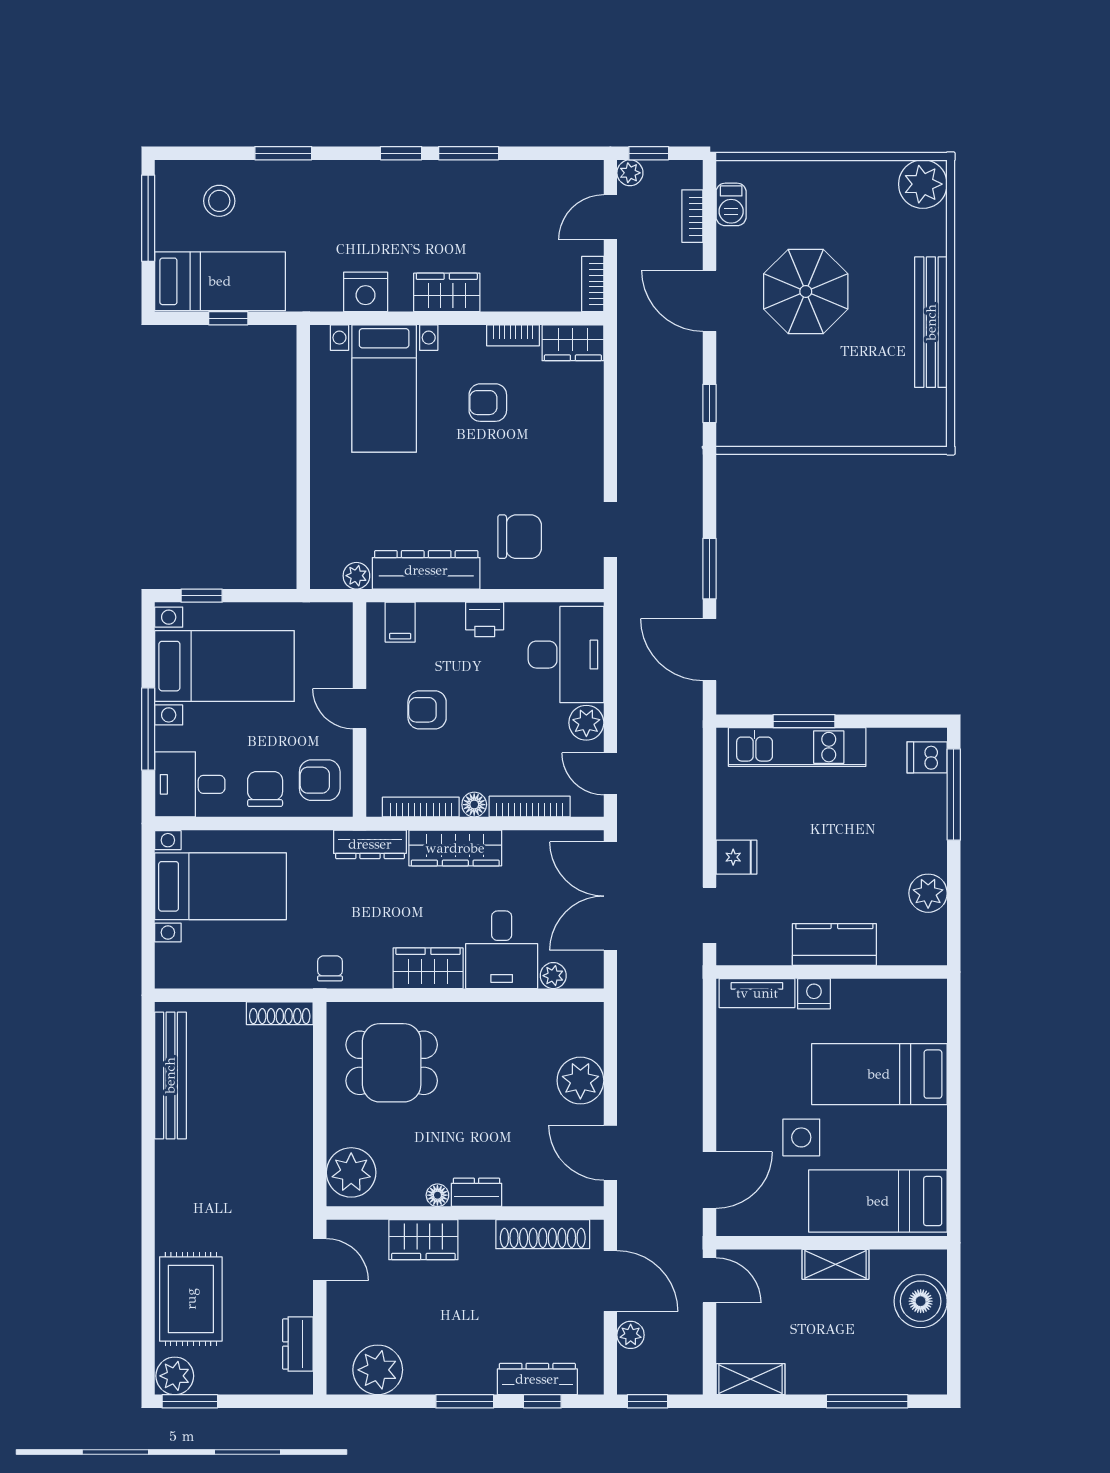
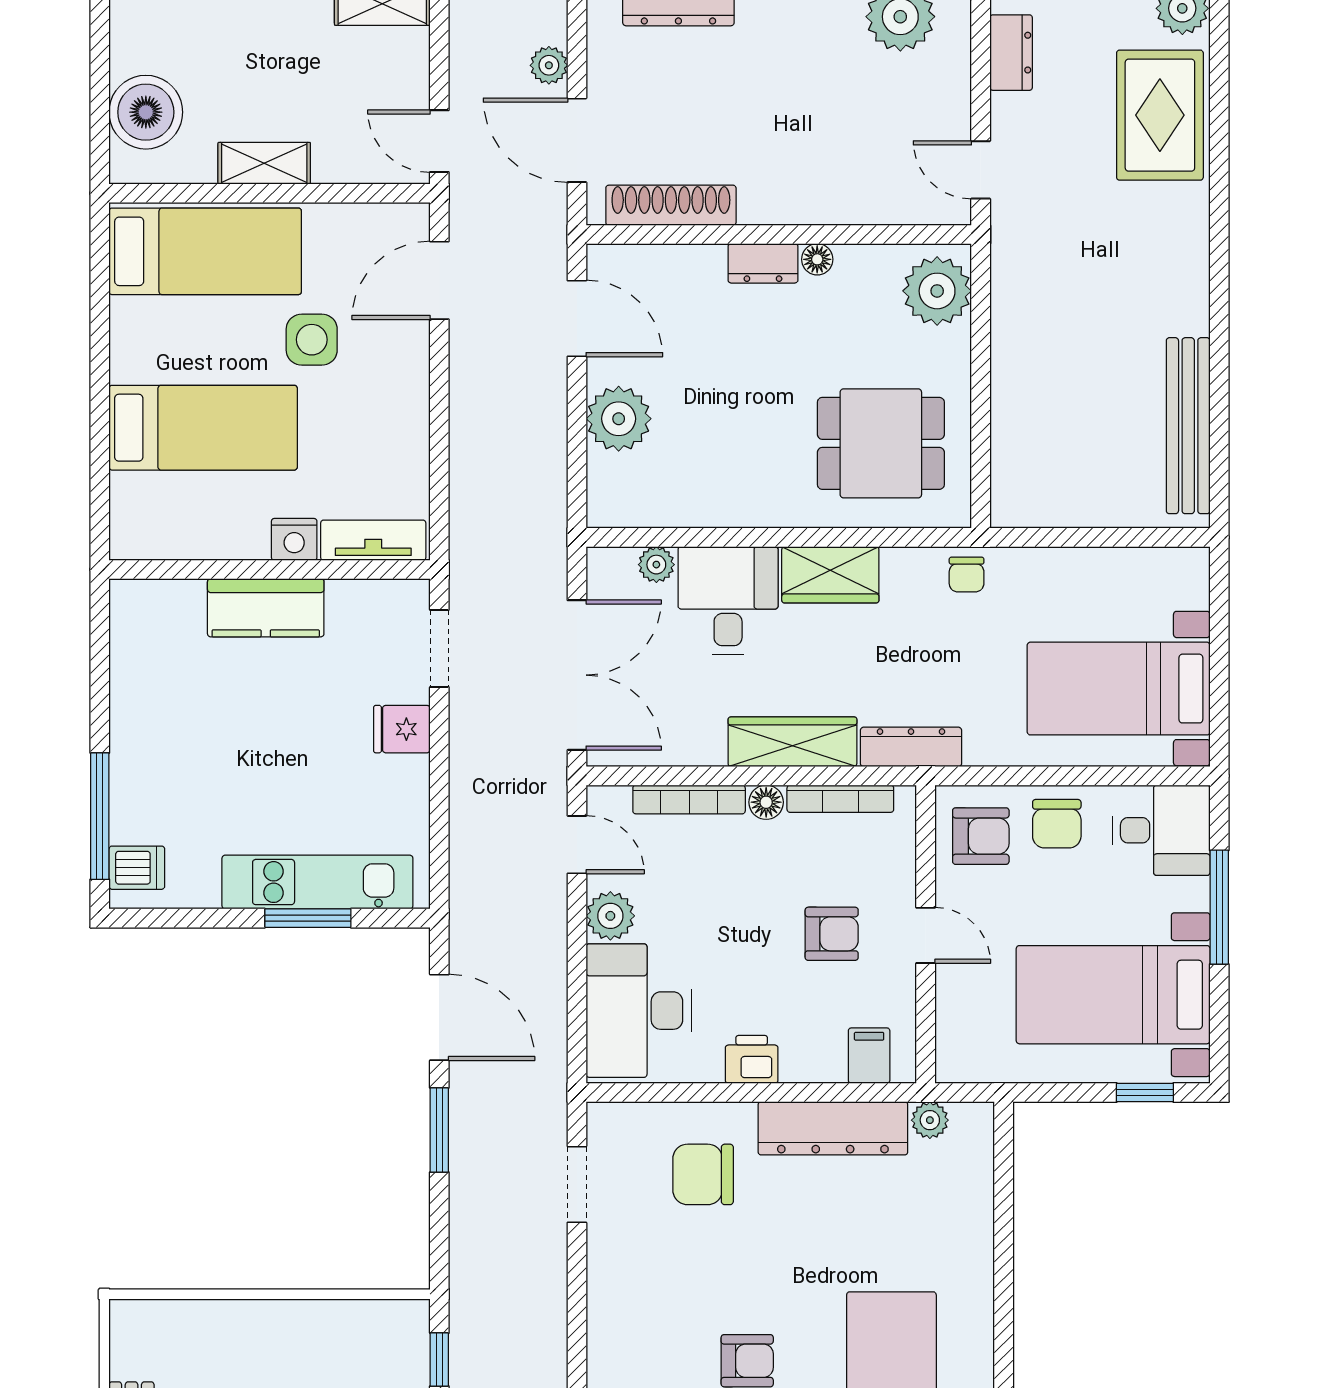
plant: (928, 893) -> (136, 679), removed
shoe rack: (280, 1013) -> (1036, 512), removed
wardrobe: (423, 1240) -> (837, 198), removed

